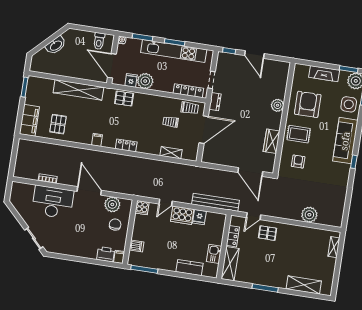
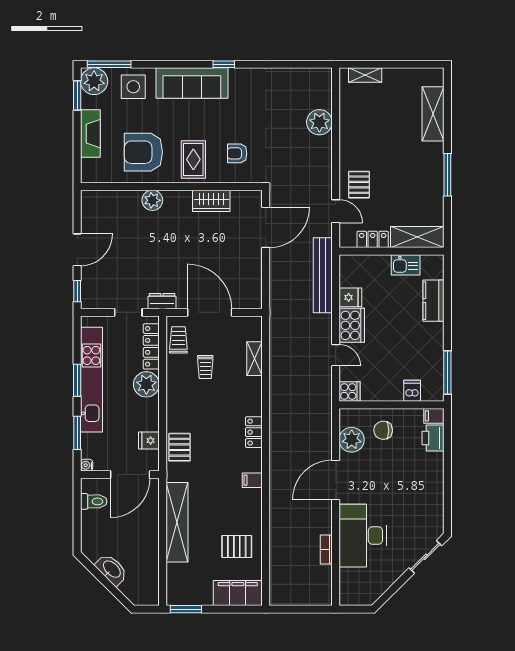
plant: (145, 81) -> (146, 384), moved

